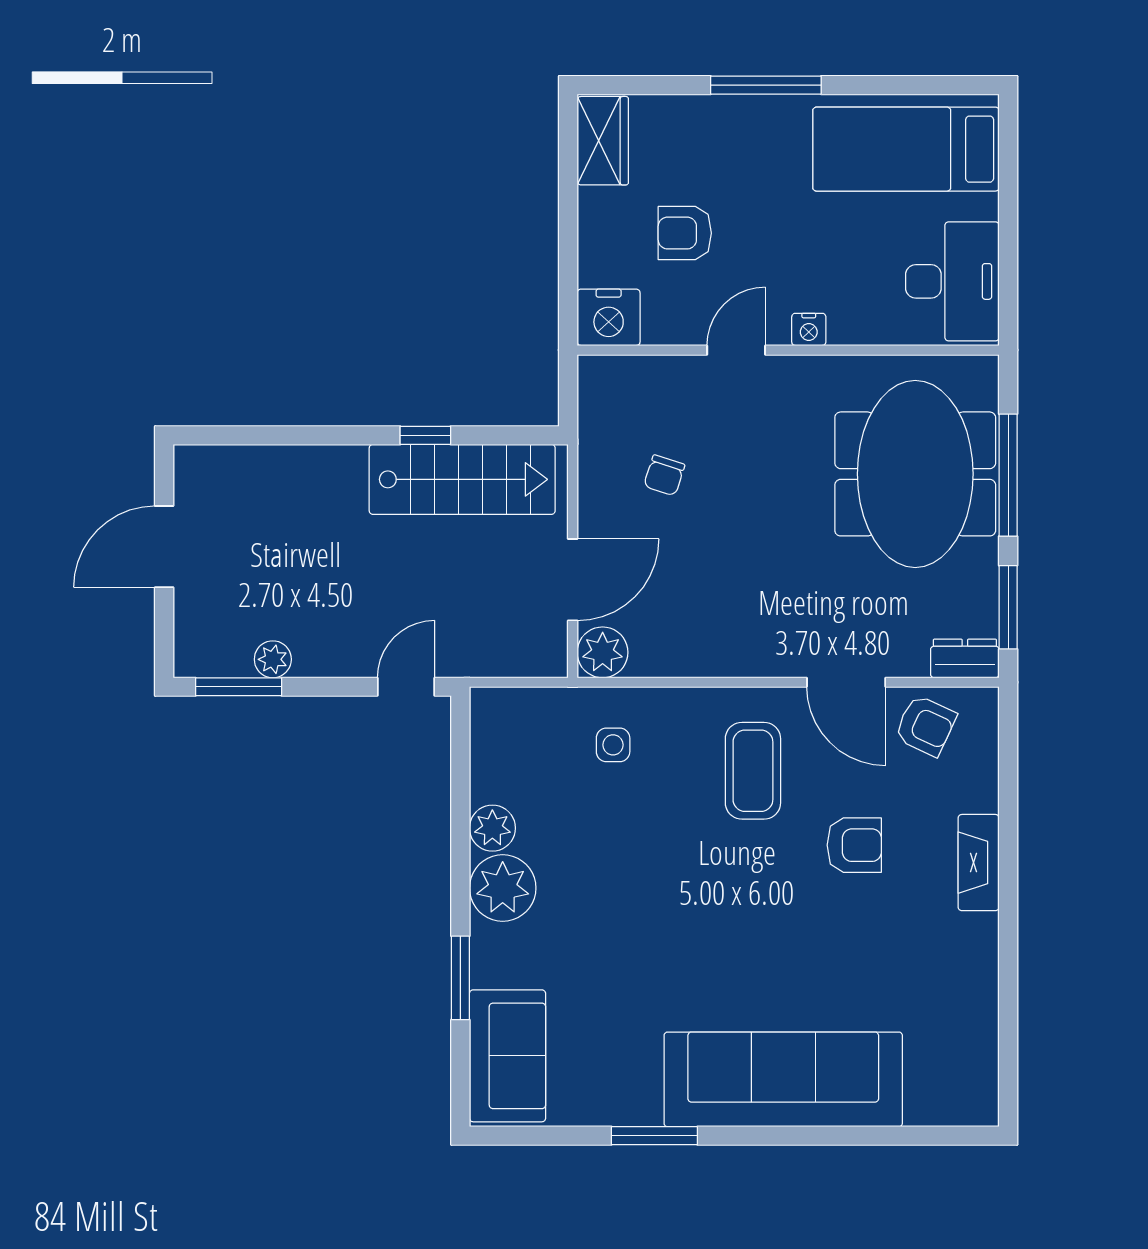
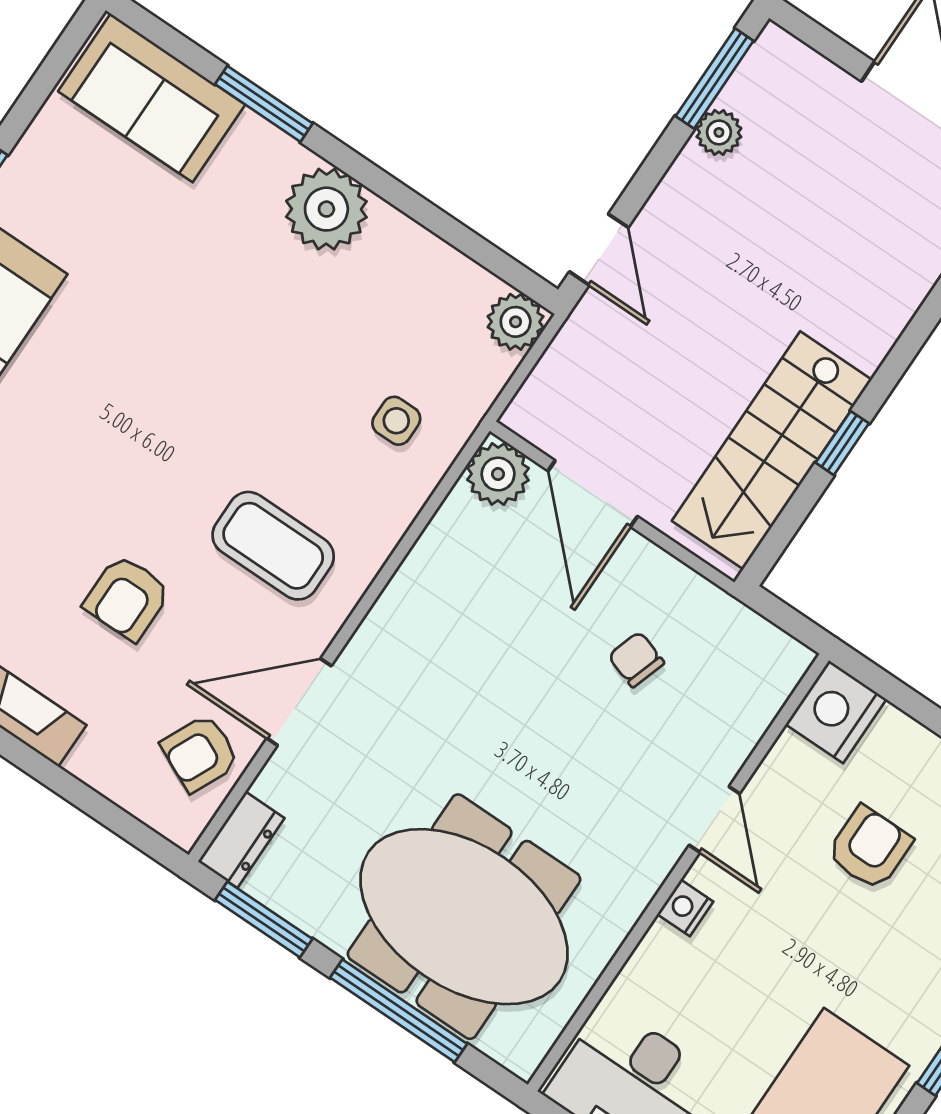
plant: (492, 828) -> (516, 322), moved

